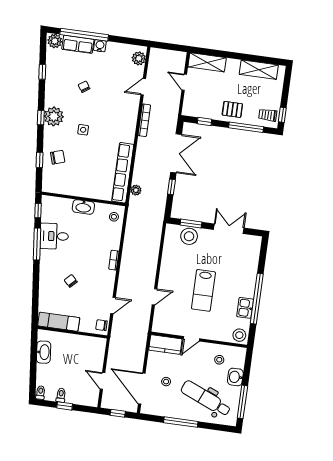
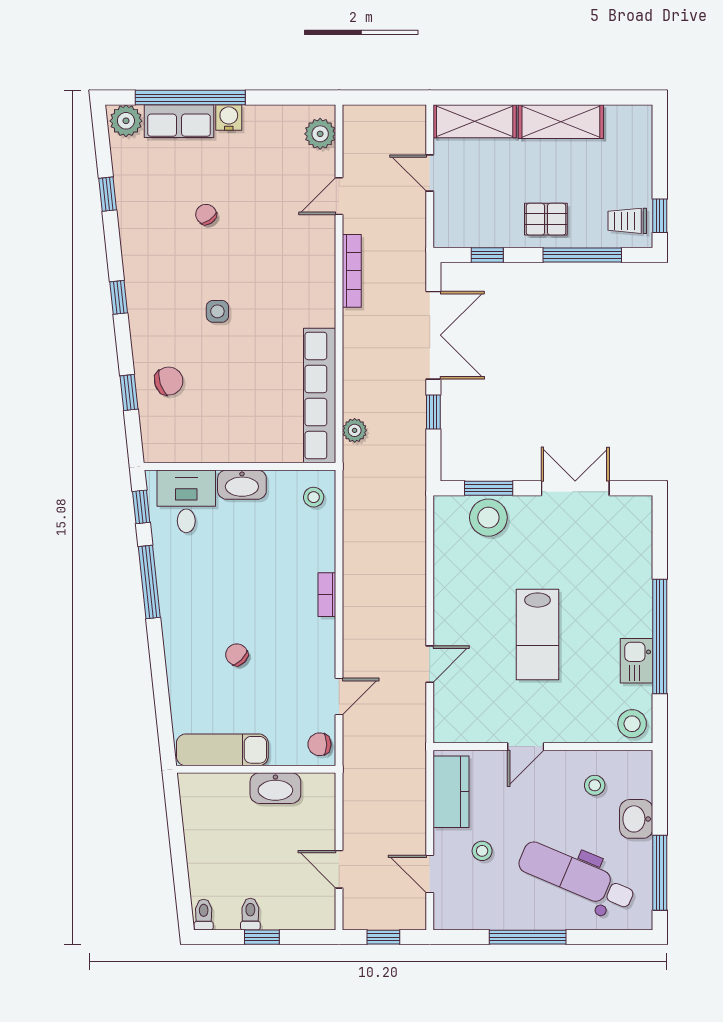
shelving: (259, 70) -> (561, 122), moved
plant: (54, 116) -> (147, 291), removed
desk: (54, 236) -> (186, 501), moved, turned 96
kitchen counter: (165, 345) -> (451, 792), moved, turned -90
washbasin: (44, 352) -> (275, 788), moved, turned 96
door: (142, 389) -> (430, 874), width x0.53

